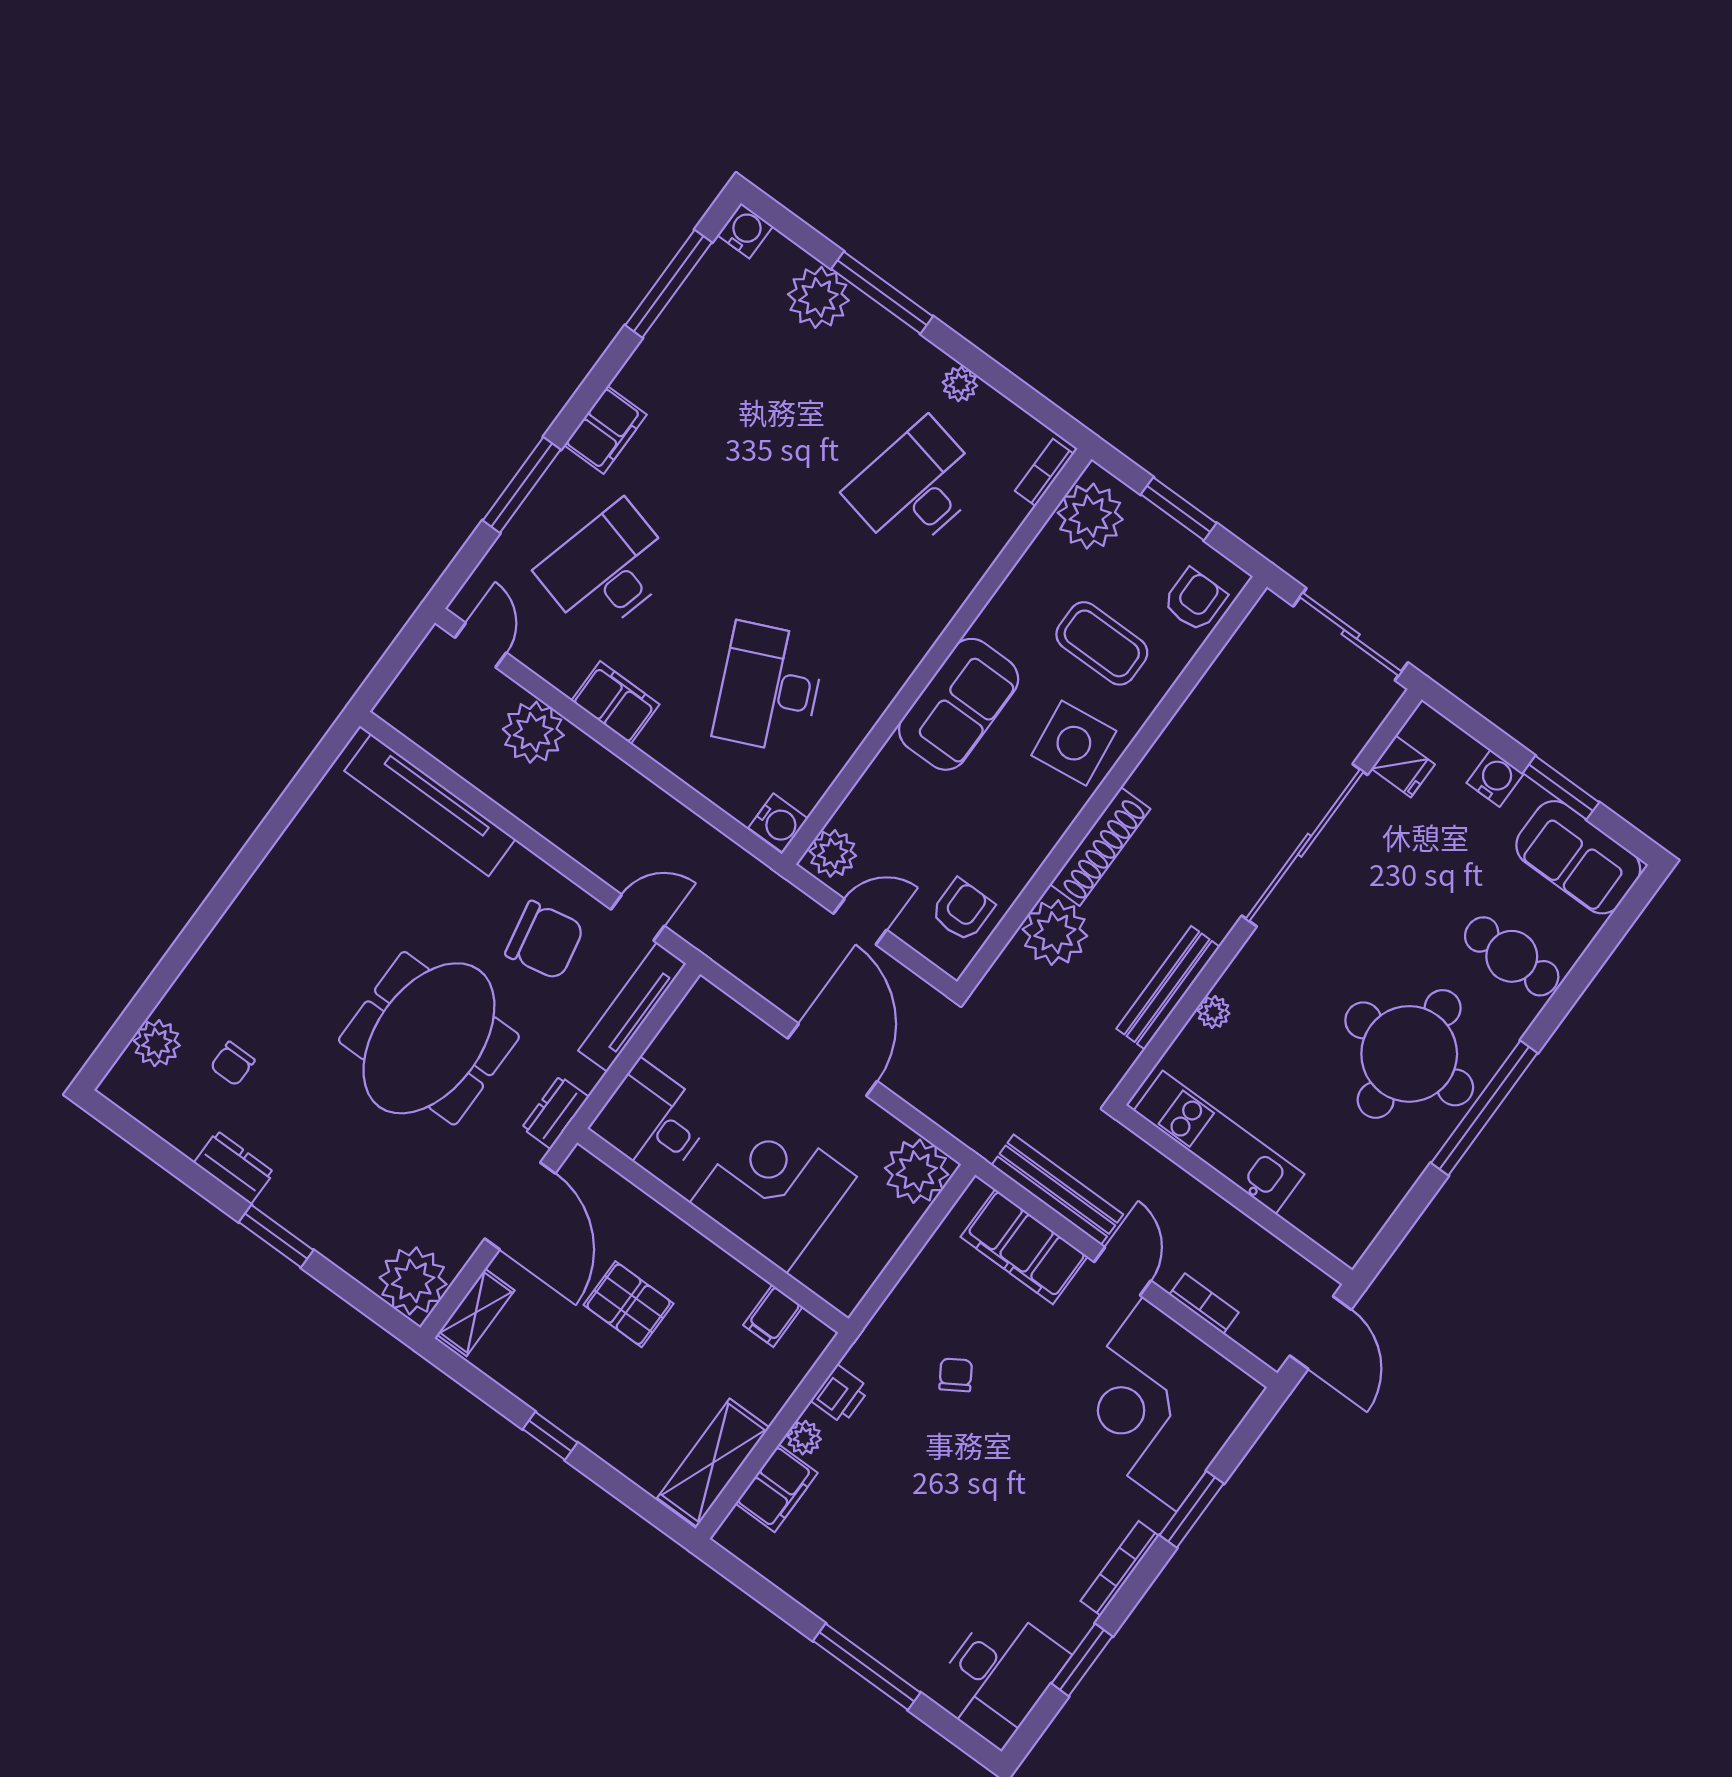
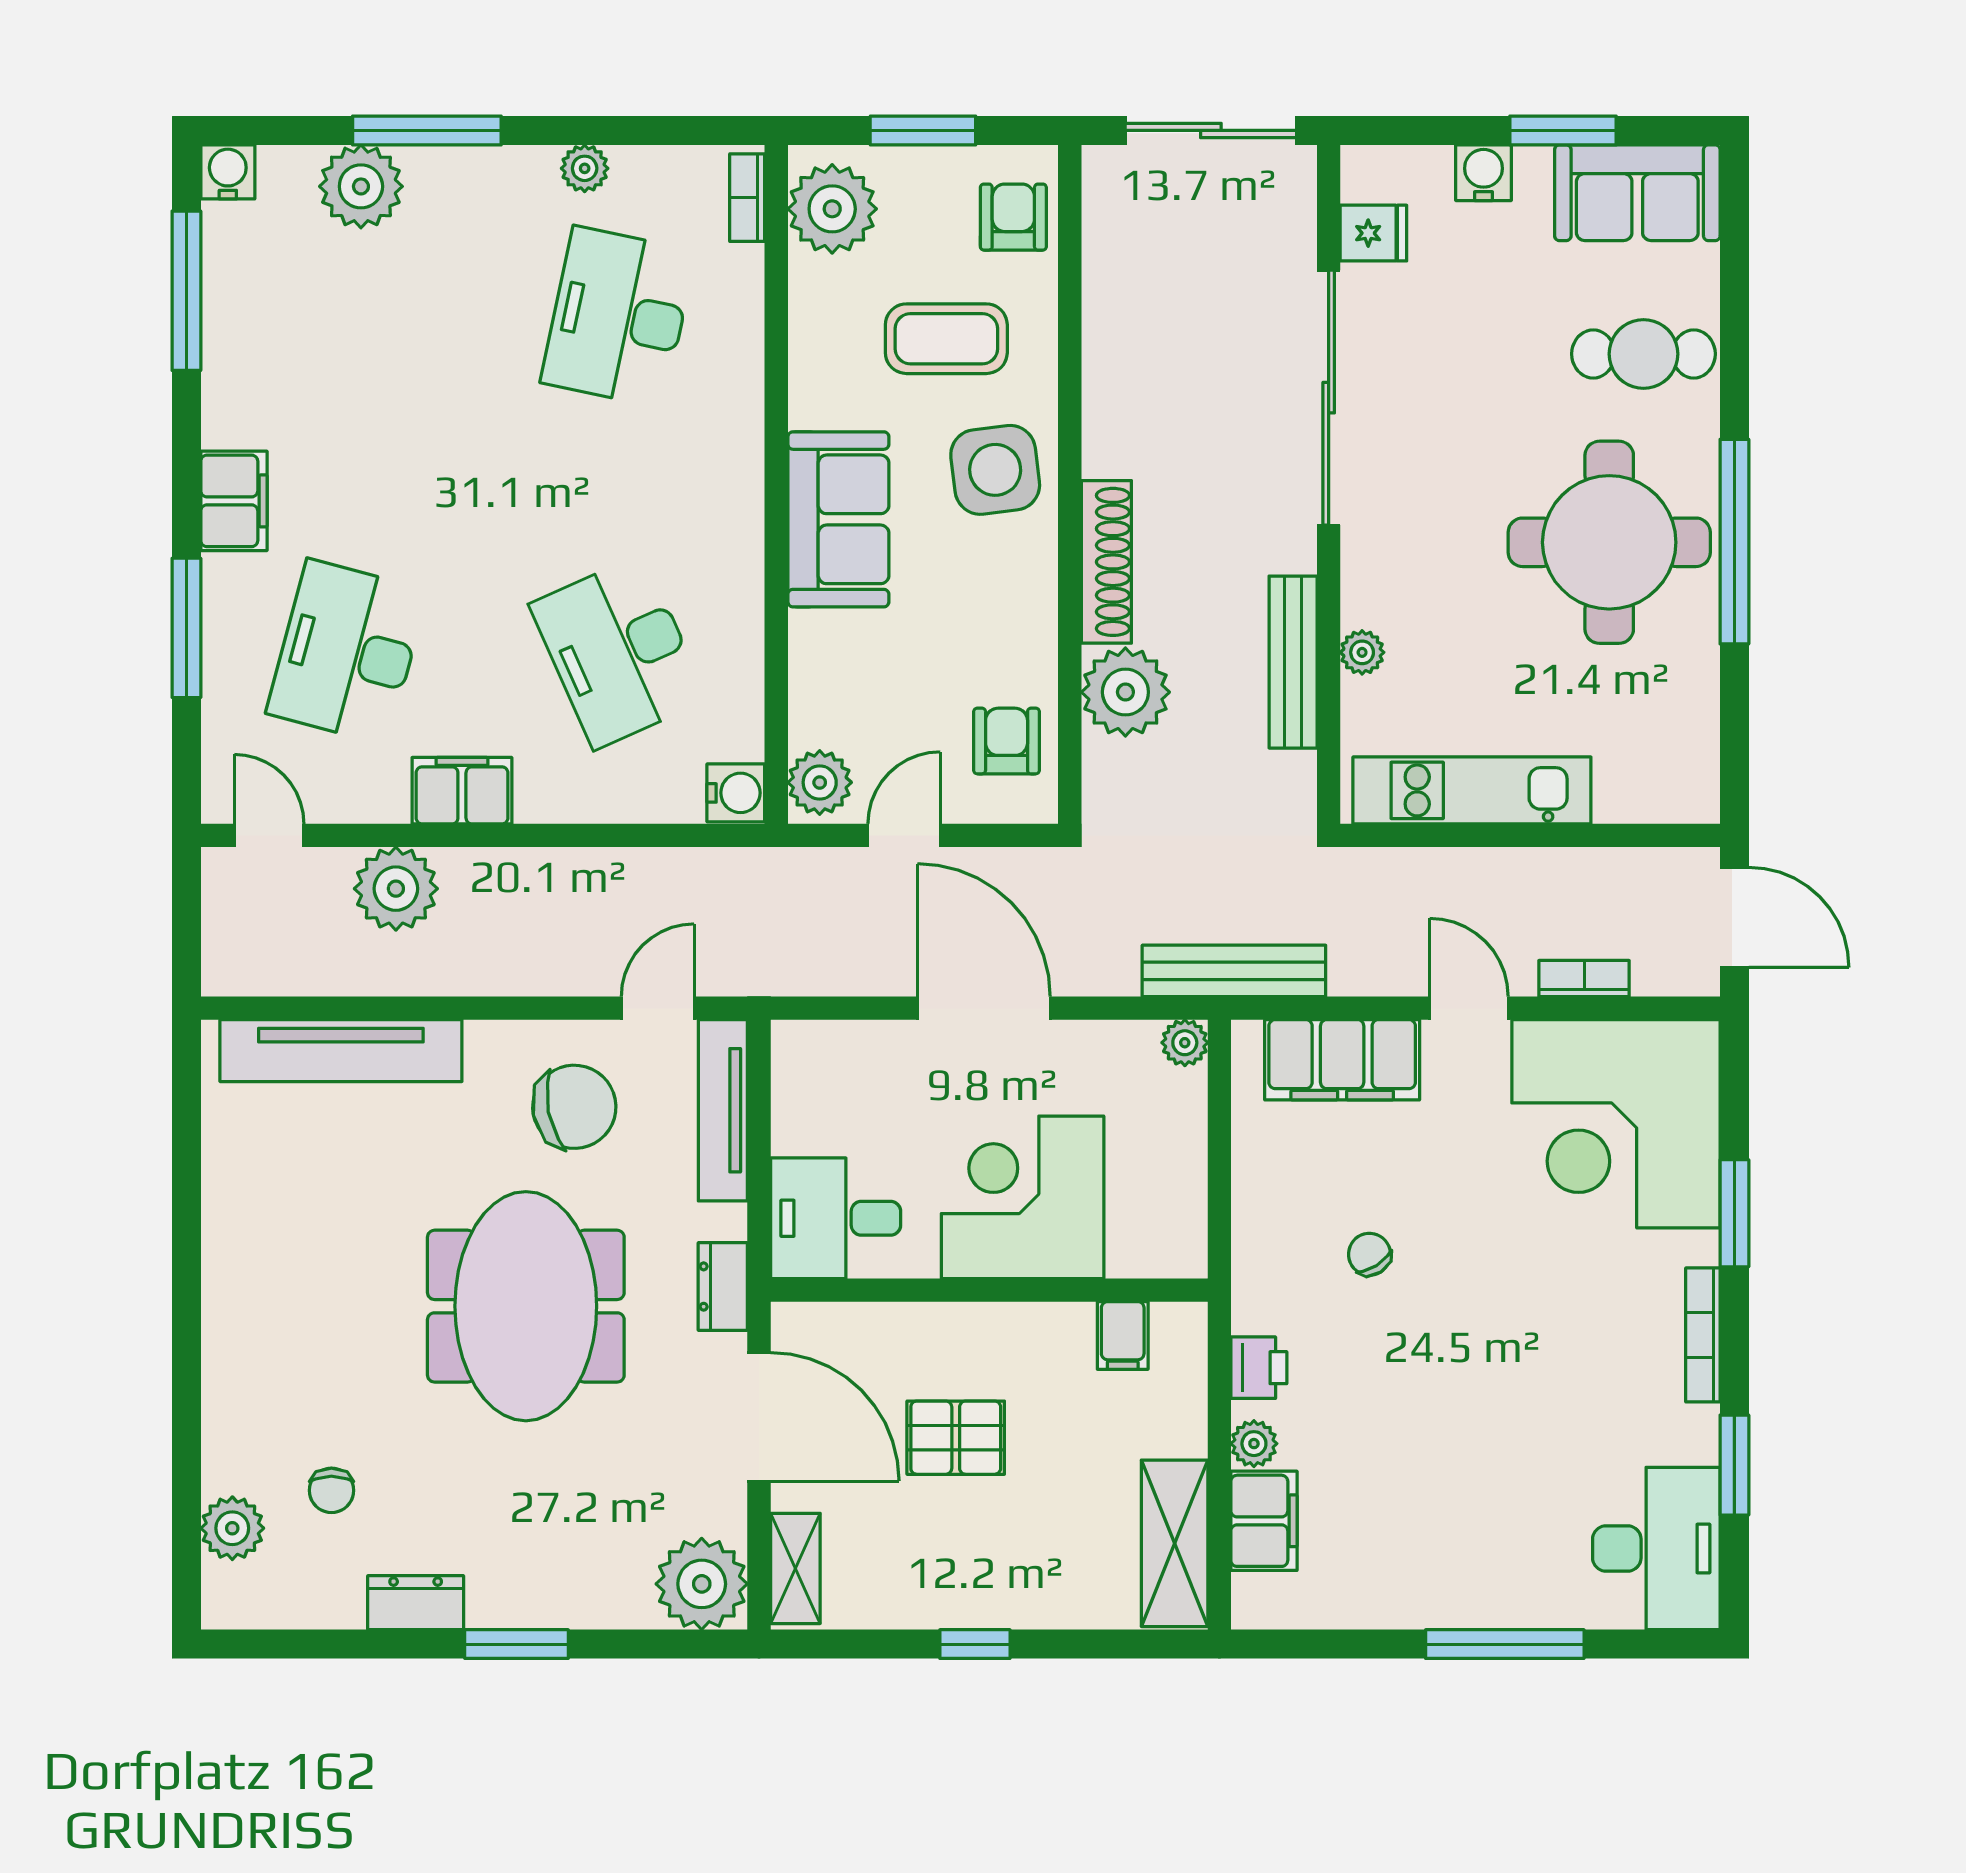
plant: (917, 1171) -> (1185, 1043), width x0.53, depth x0.53
bench: (1057, 1190) -> (1234, 971), moved

